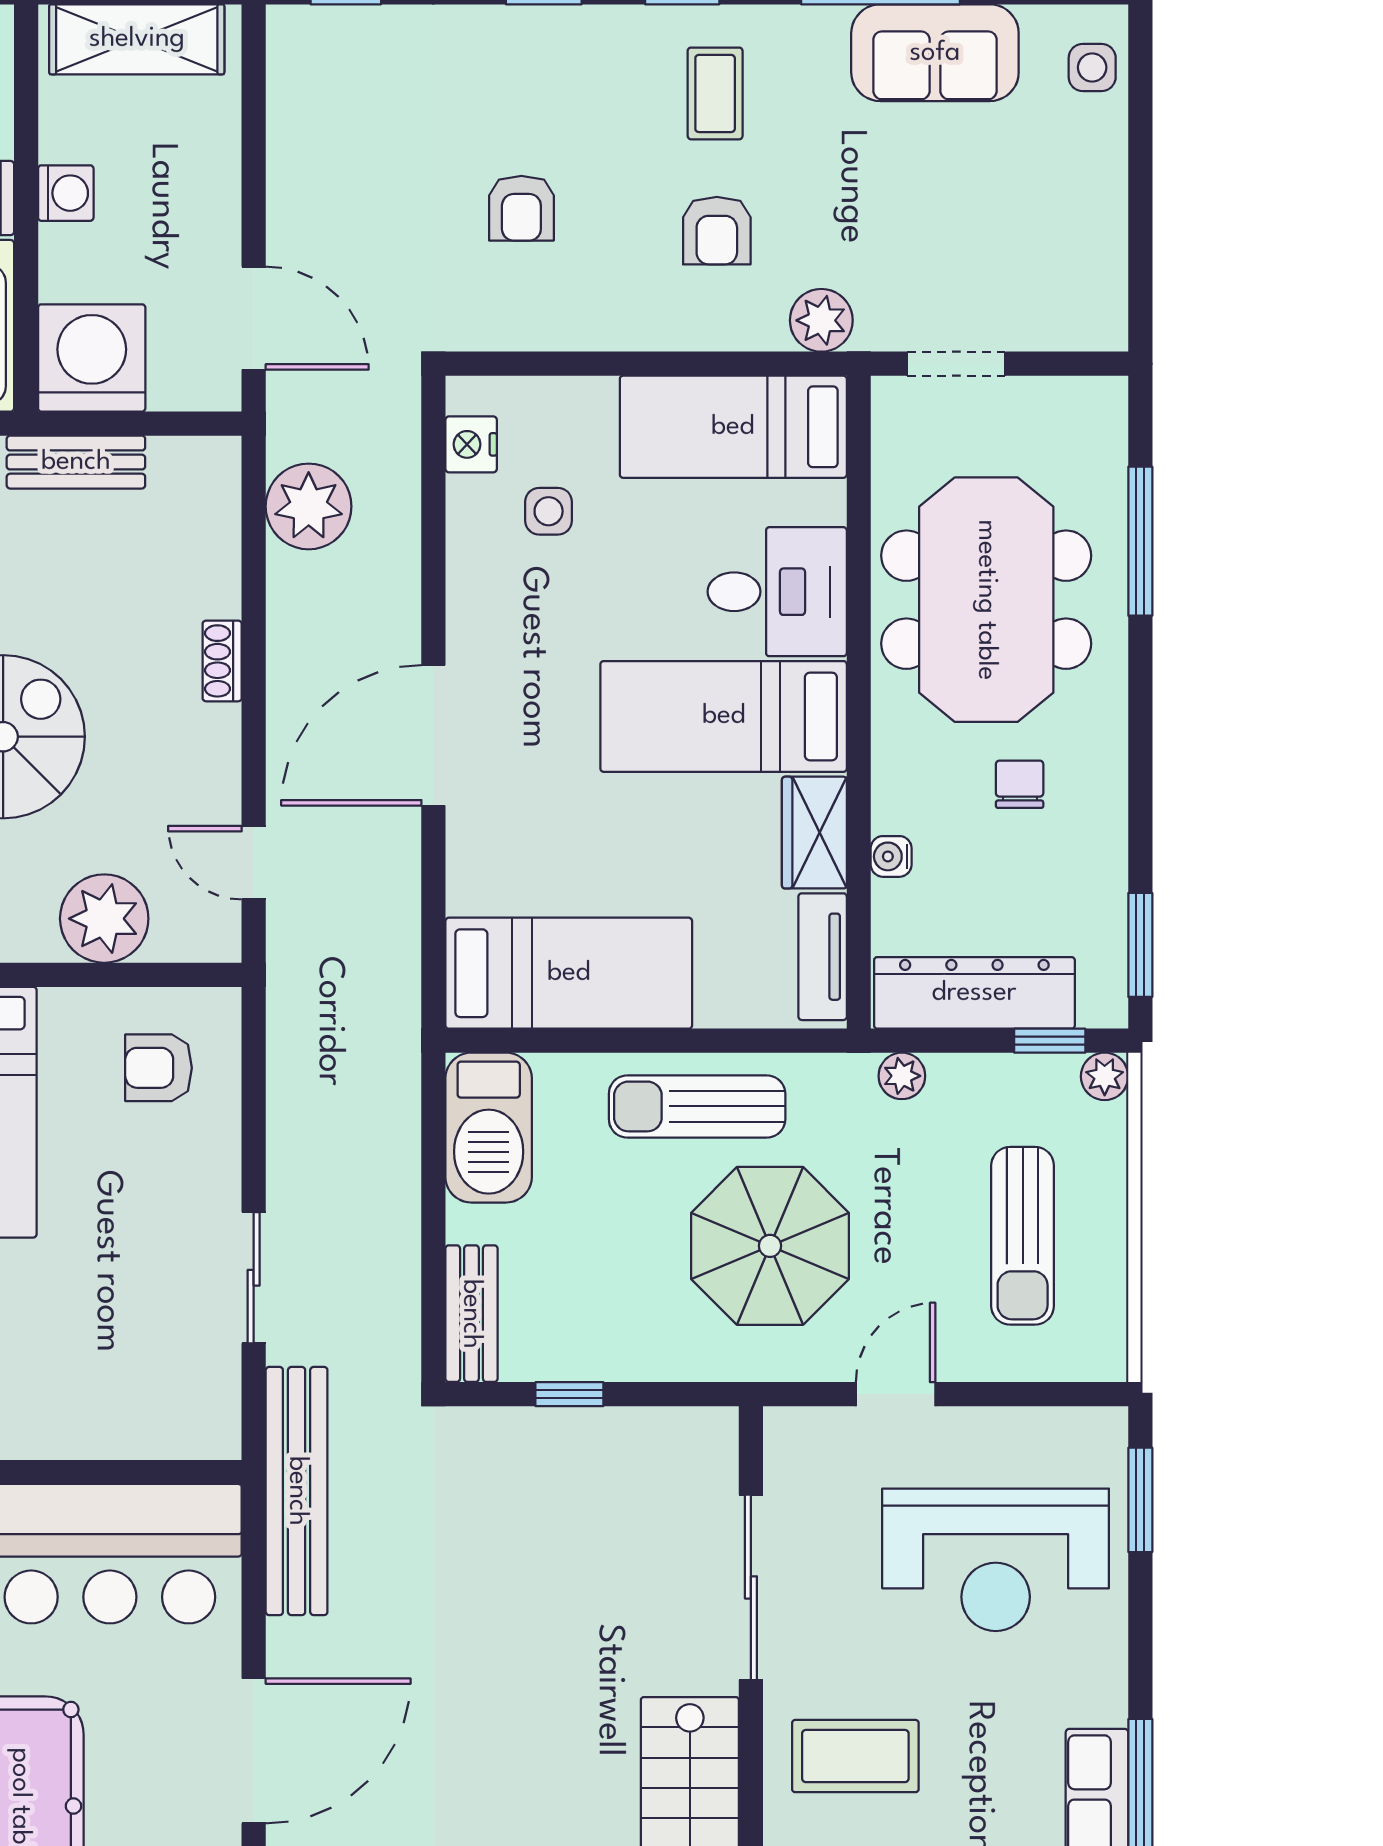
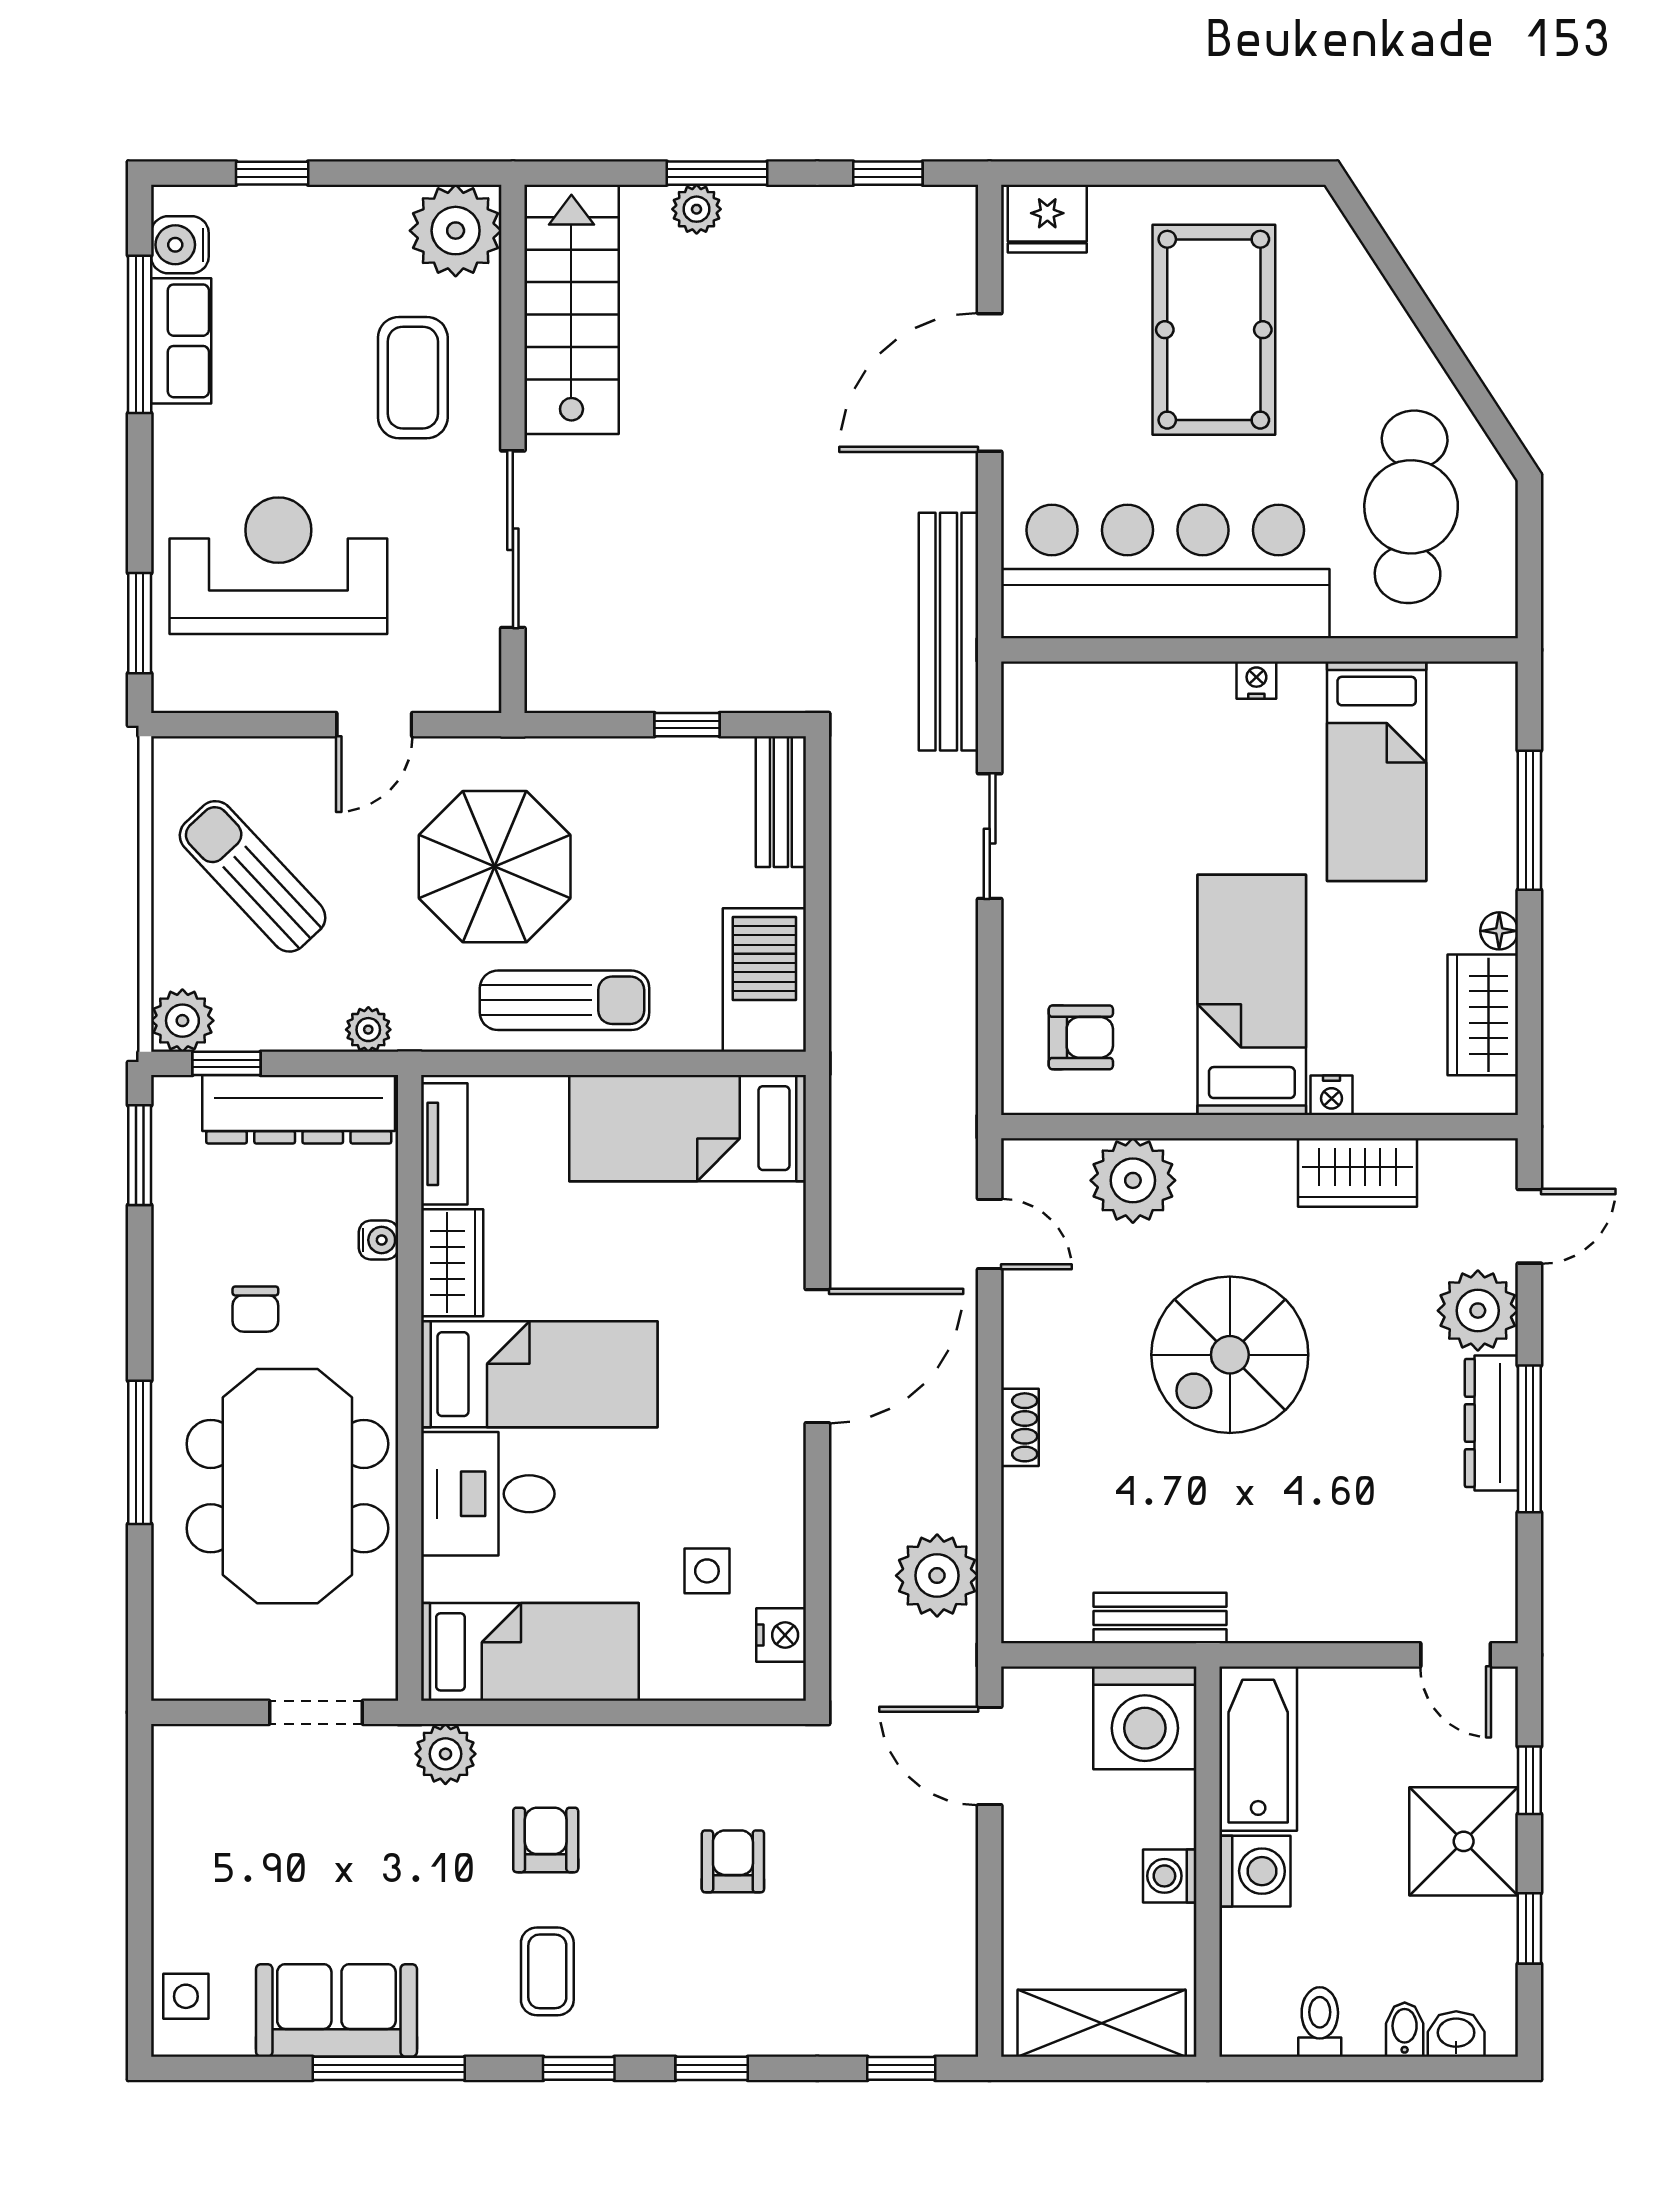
window: (1140, 541) -> (140, 1452), moved
plant: (1105, 1076) -> (182, 1021), width x1.38, depth x1.38
sun lounger: (1023, 1236) -> (253, 876), turned -43
coffee table: (855, 1756) -> (413, 378), turned 90

